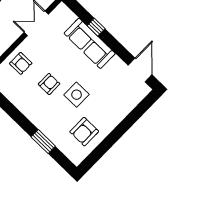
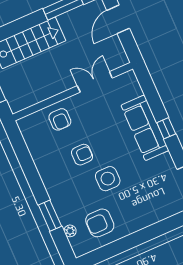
window: (96, 27) -> (166, 128), moved
plant: (64, 147) -> (70, 231), added

